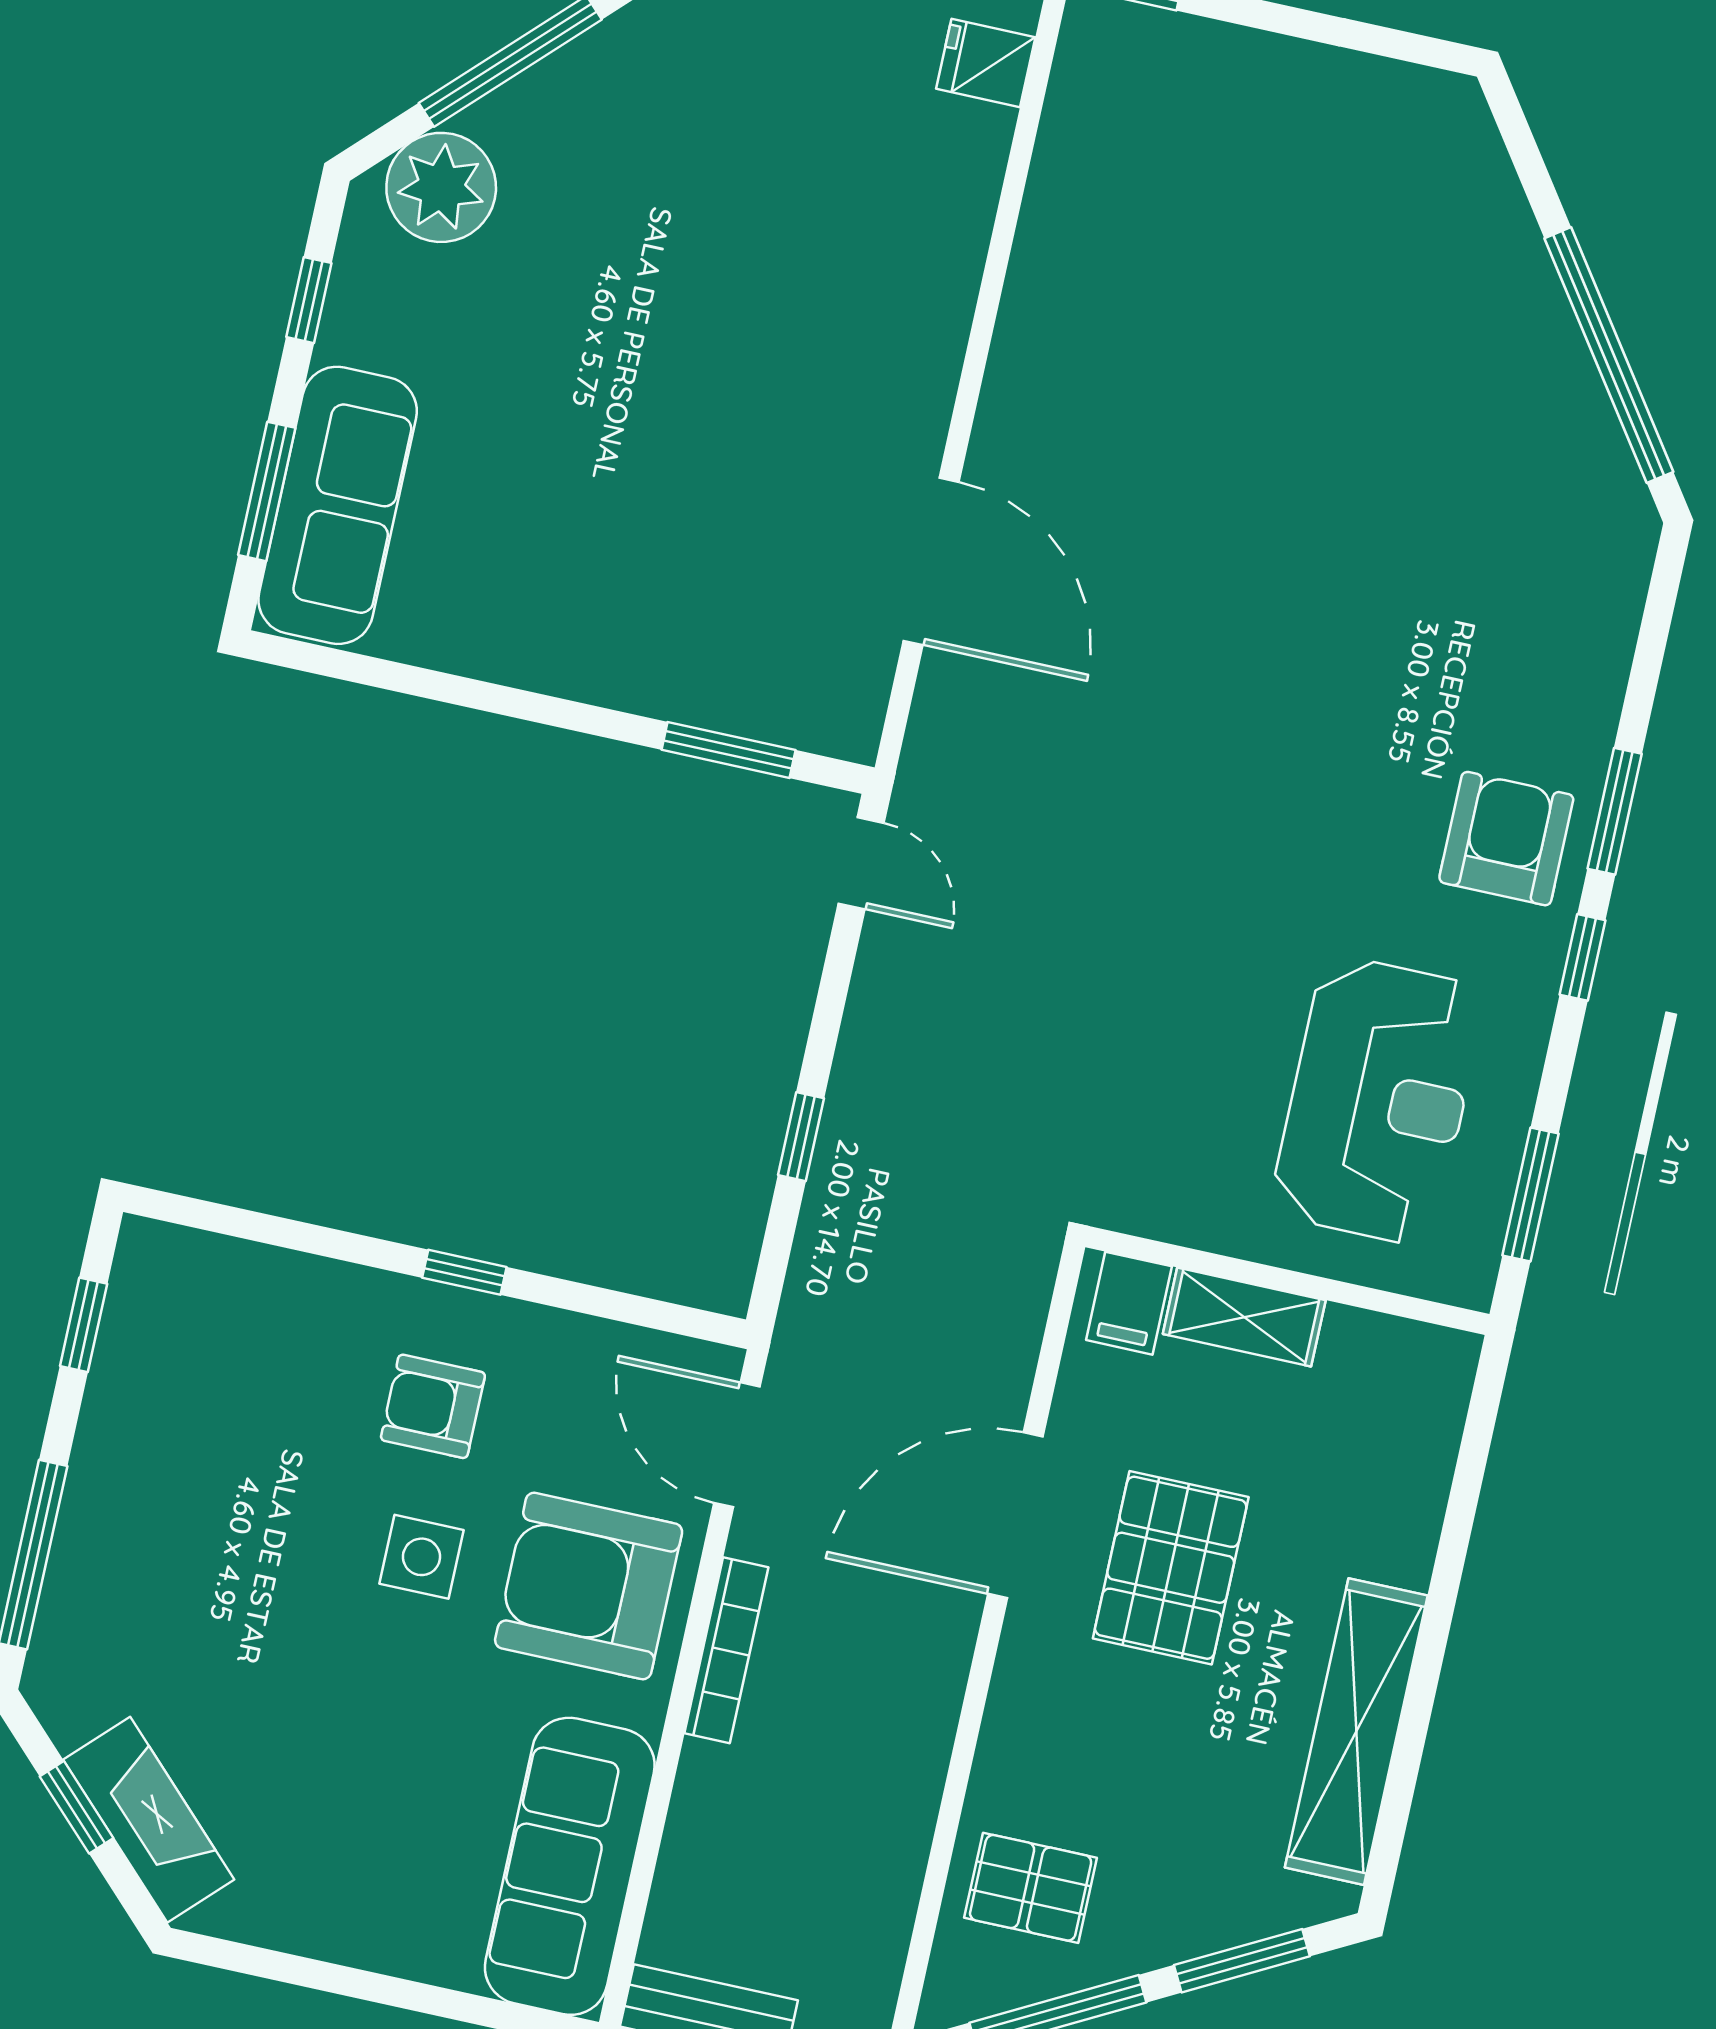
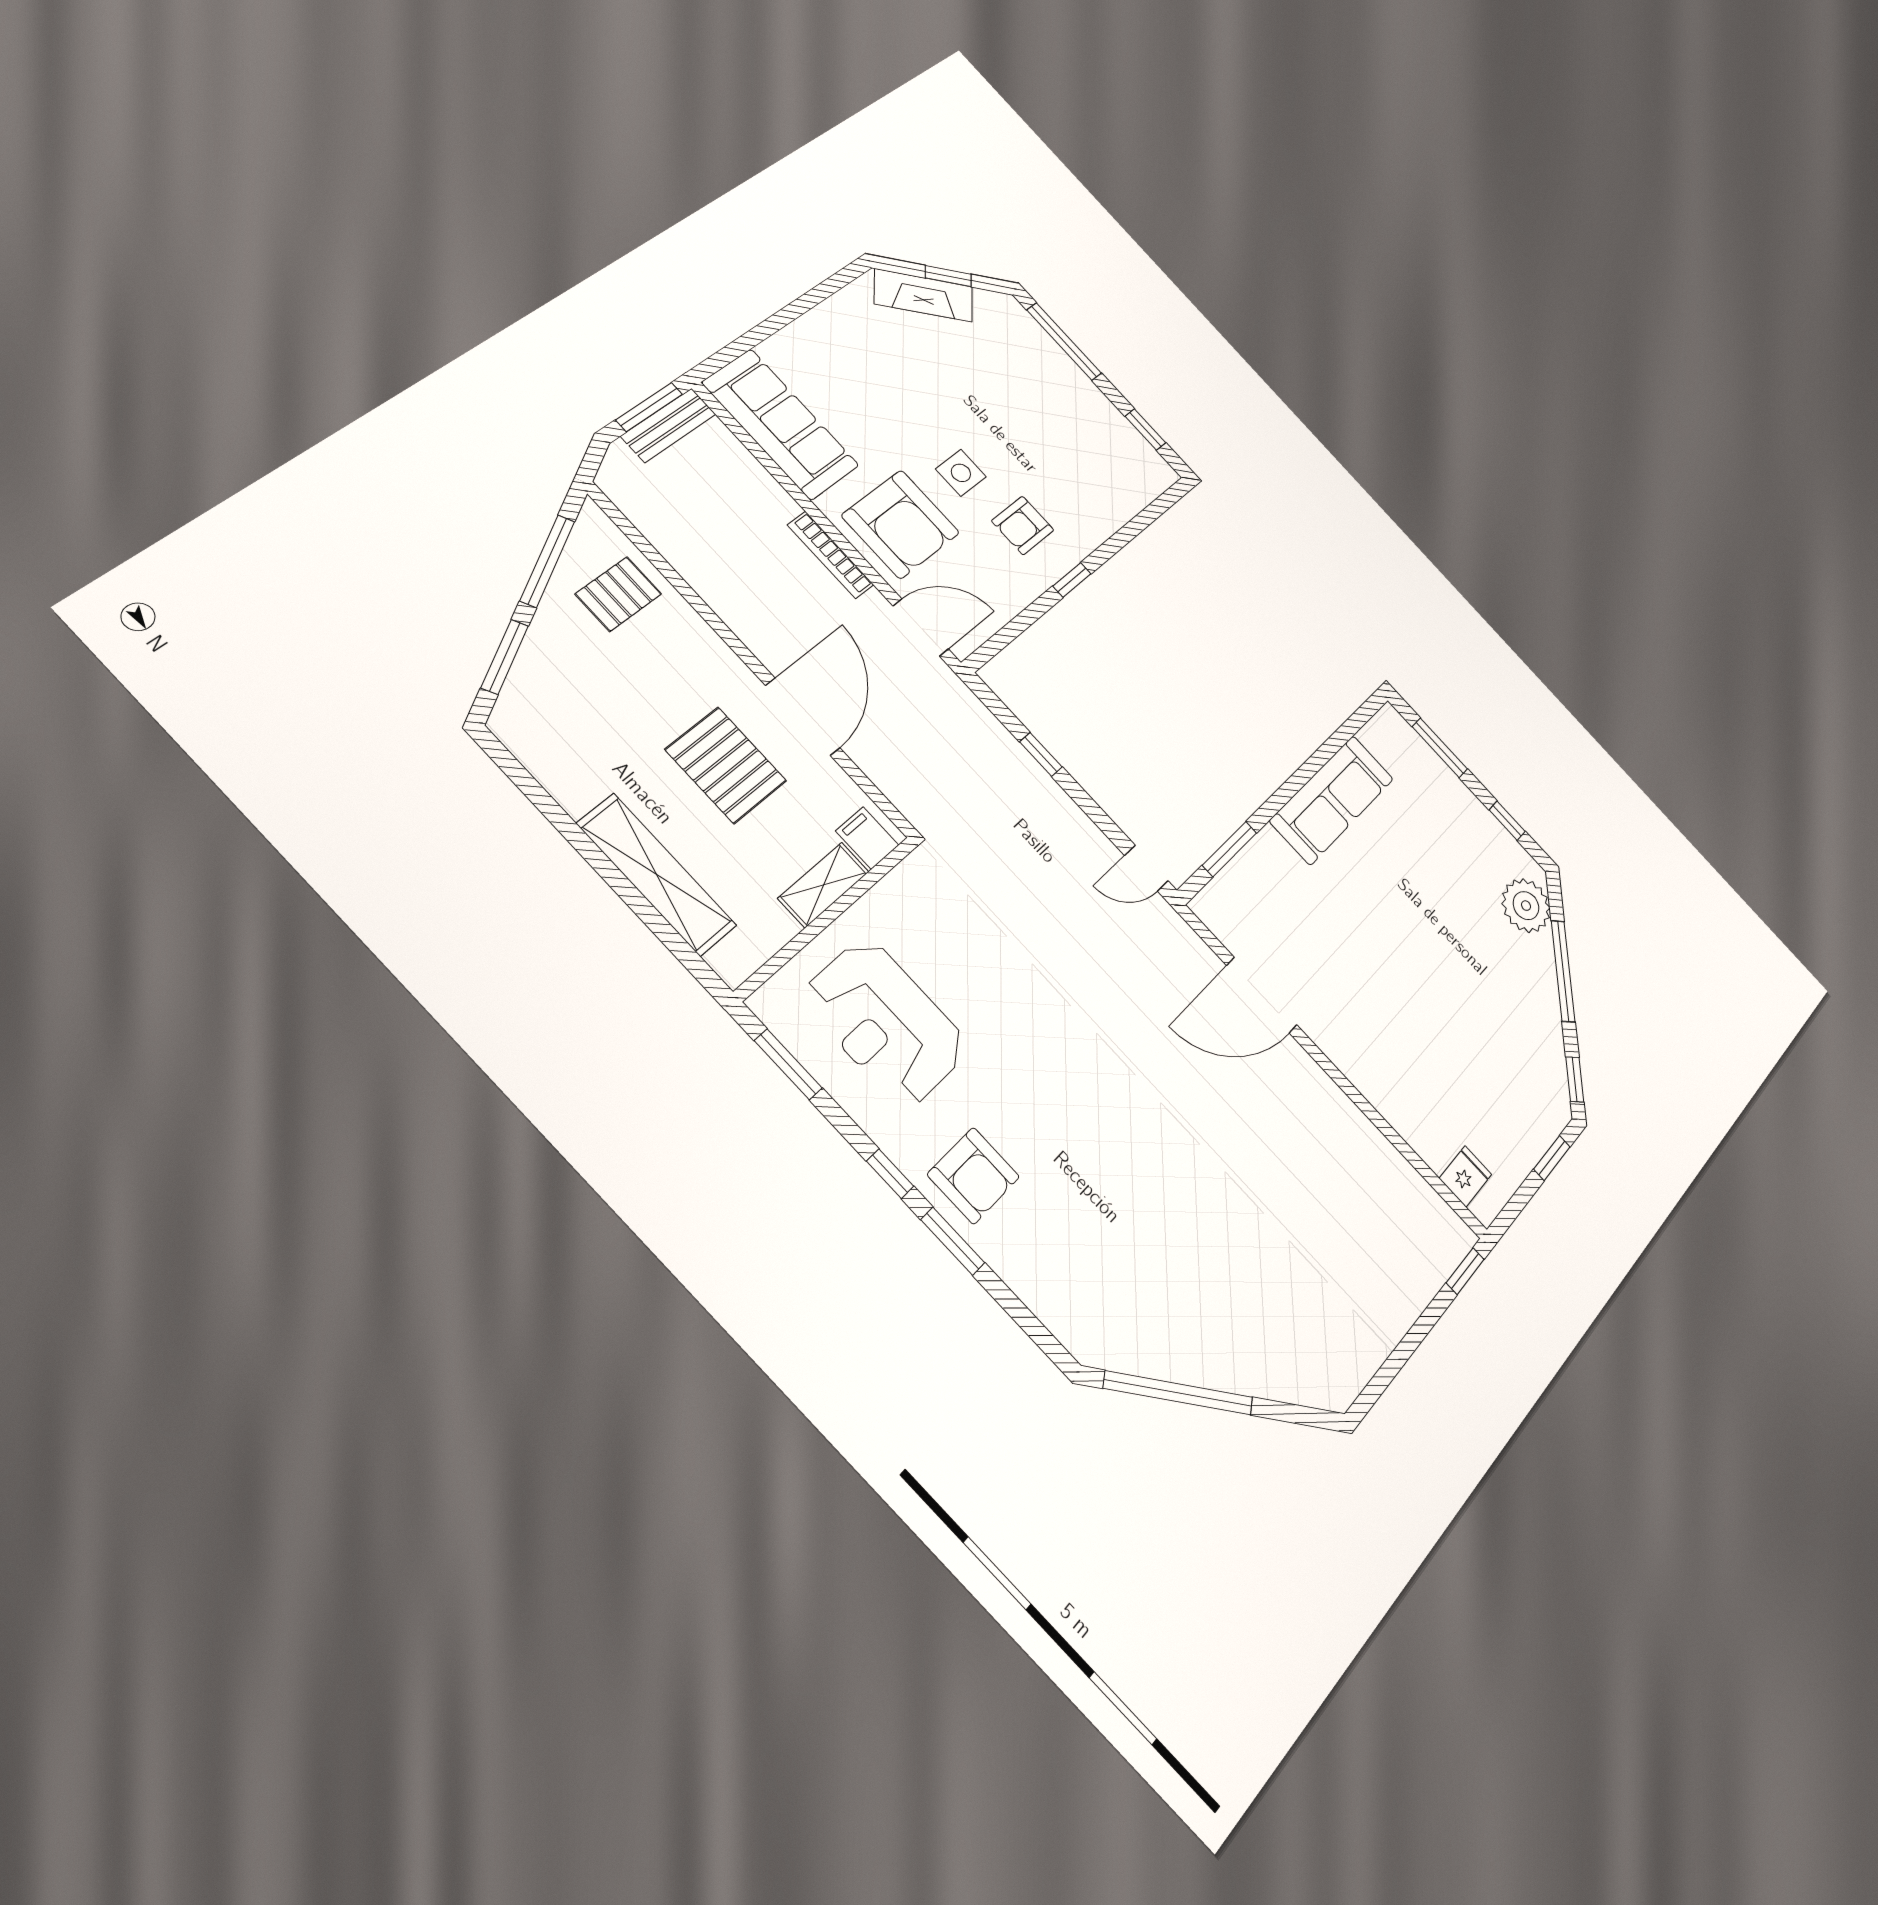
sofa: (338, 505) -> (1332, 800), moved, turned -90
armchair: (433, 1406) -> (1023, 525), turned 180
armchair: (589, 1586) -> (901, 524), turned 90
shelving: (1356, 1732) -> (657, 875), moved

